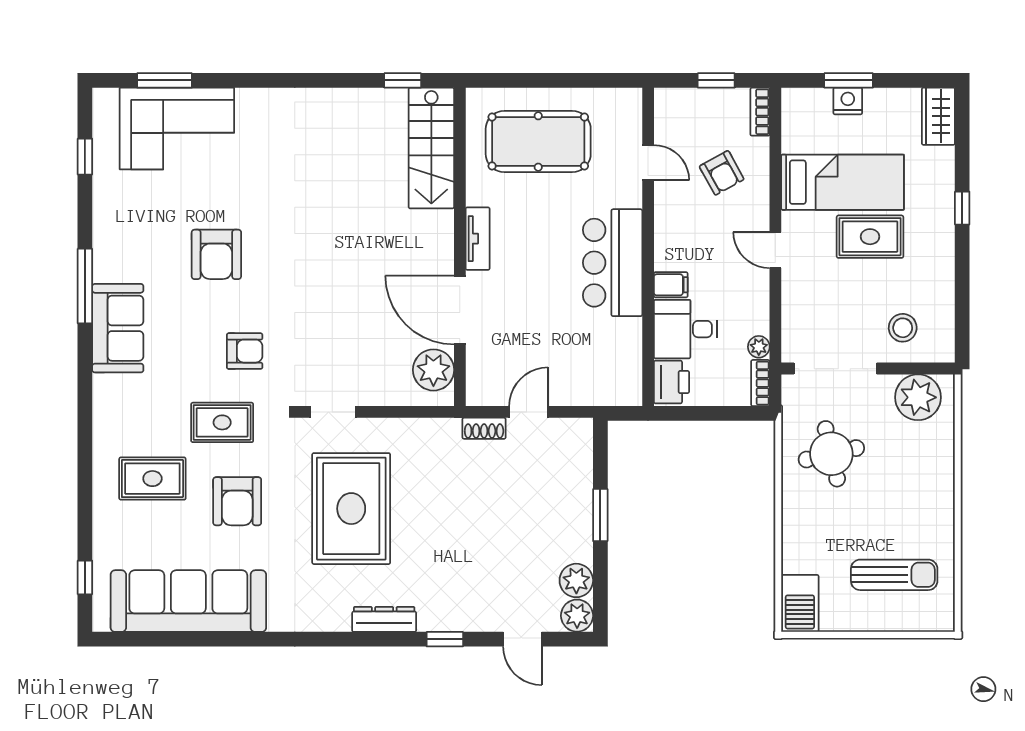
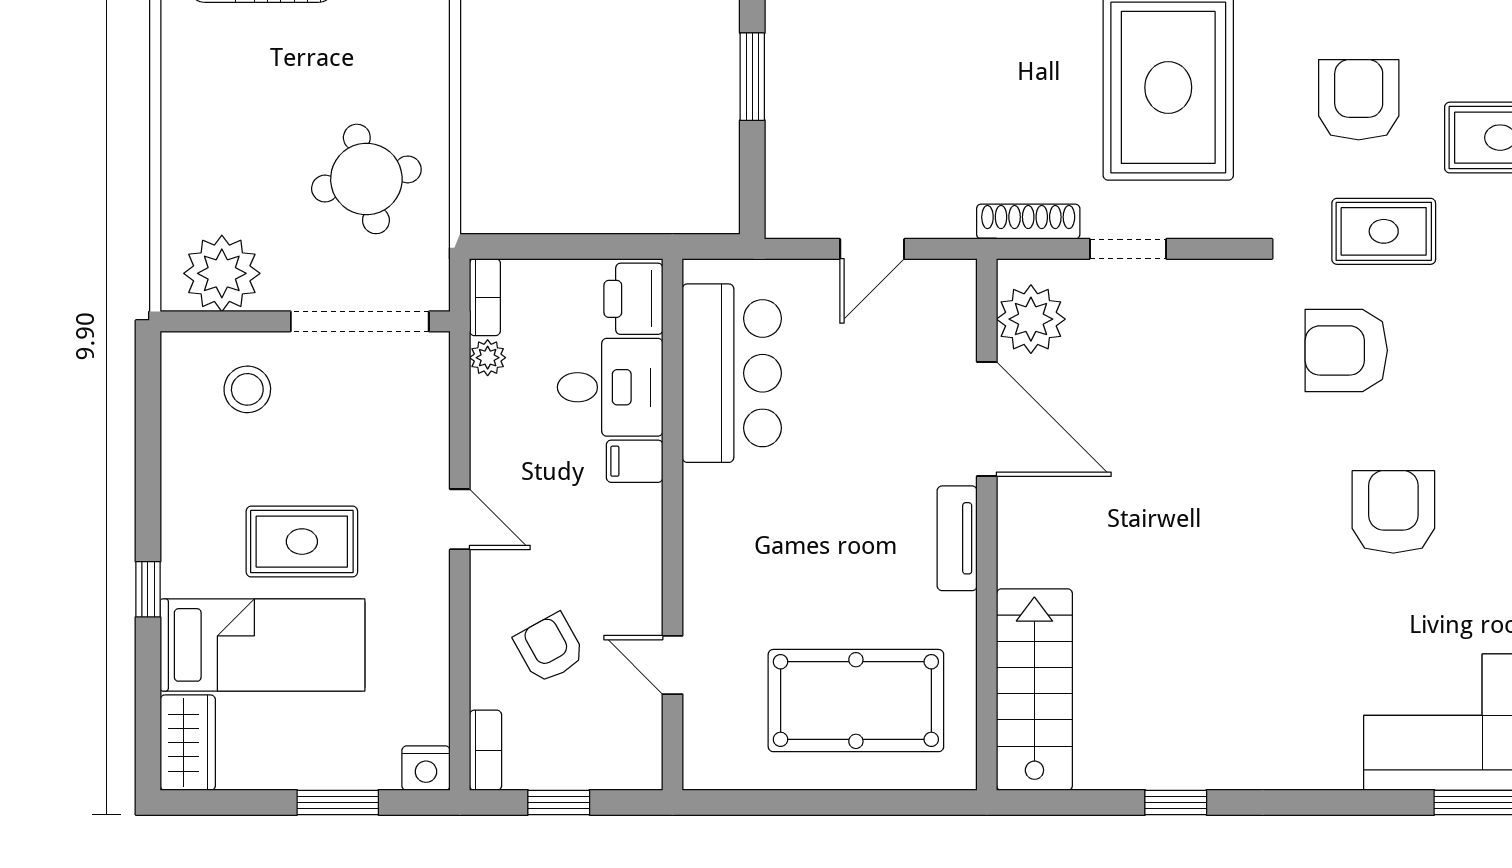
window: (403, 80) -> (1176, 802), moved
nightstand: (848, 101) -> (426, 768), moved
bed: (843, 182) -> (262, 645), moved, turned 180
bar counter: (613, 263) -> (732, 373), moved
armchair: (245, 351) -> (1346, 350), width x1.38, depth x1.38
doorway: (333, 412) -> (1128, 249), moved
shoe rack: (484, 428) -> (1028, 222), moved, width x1.43

